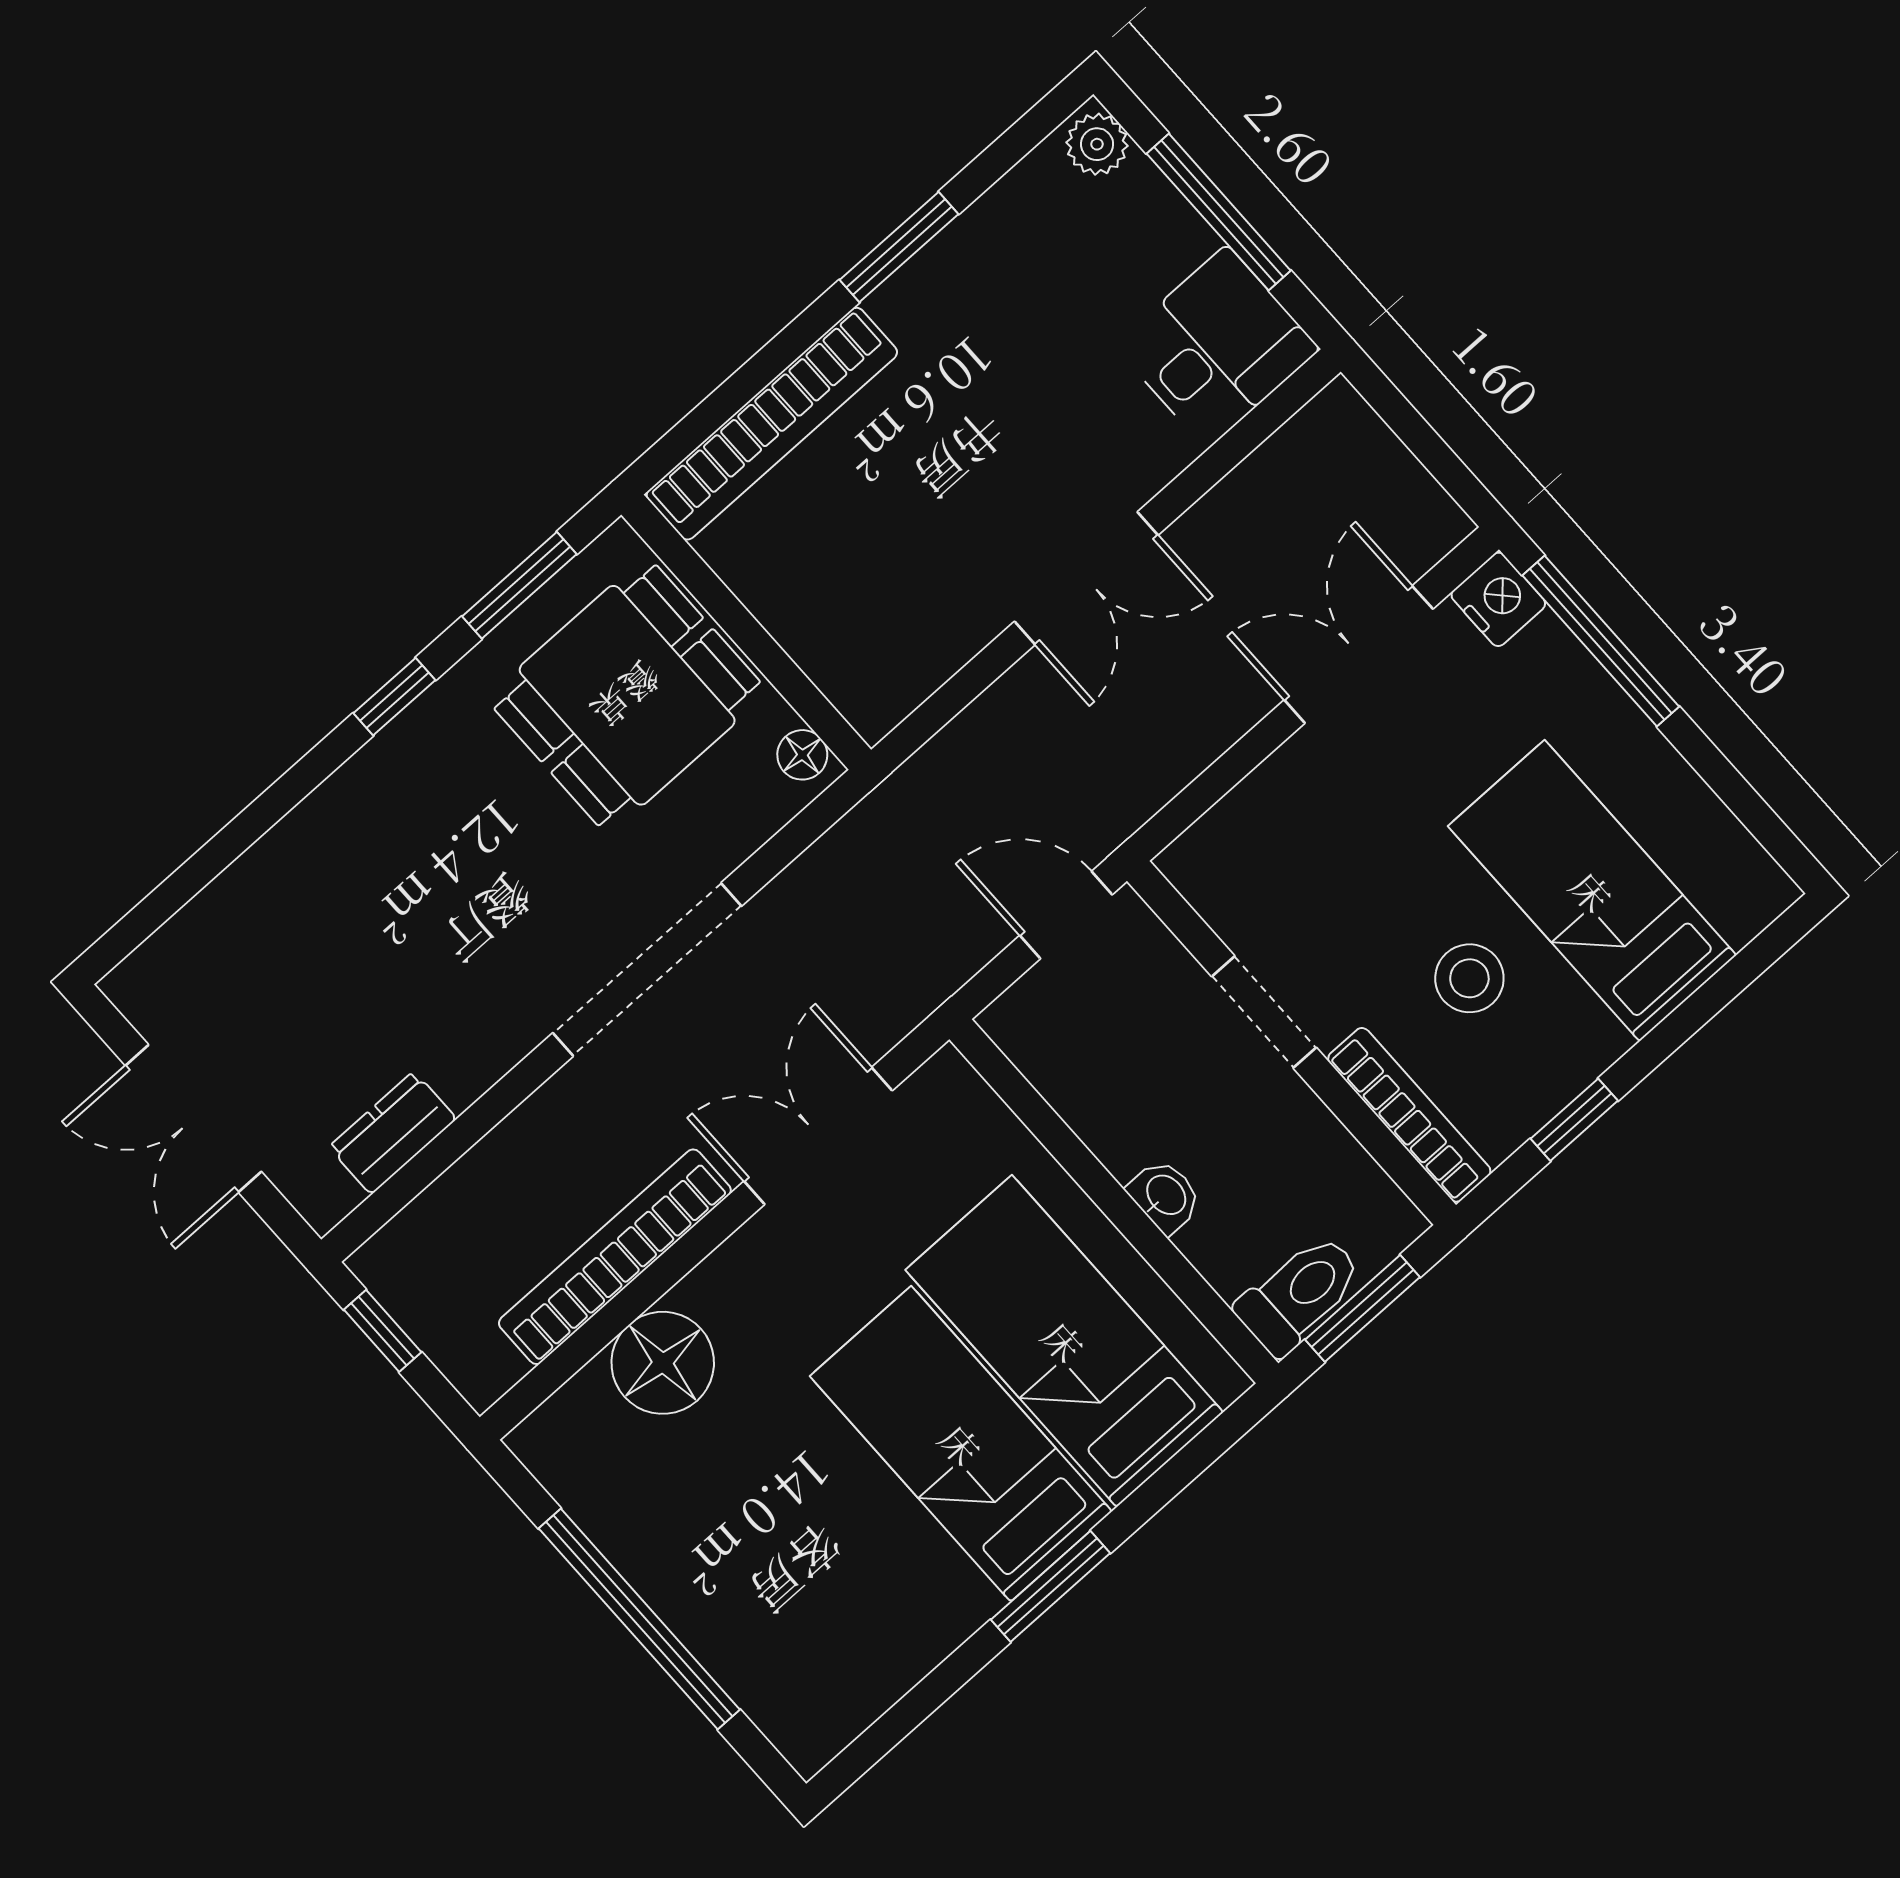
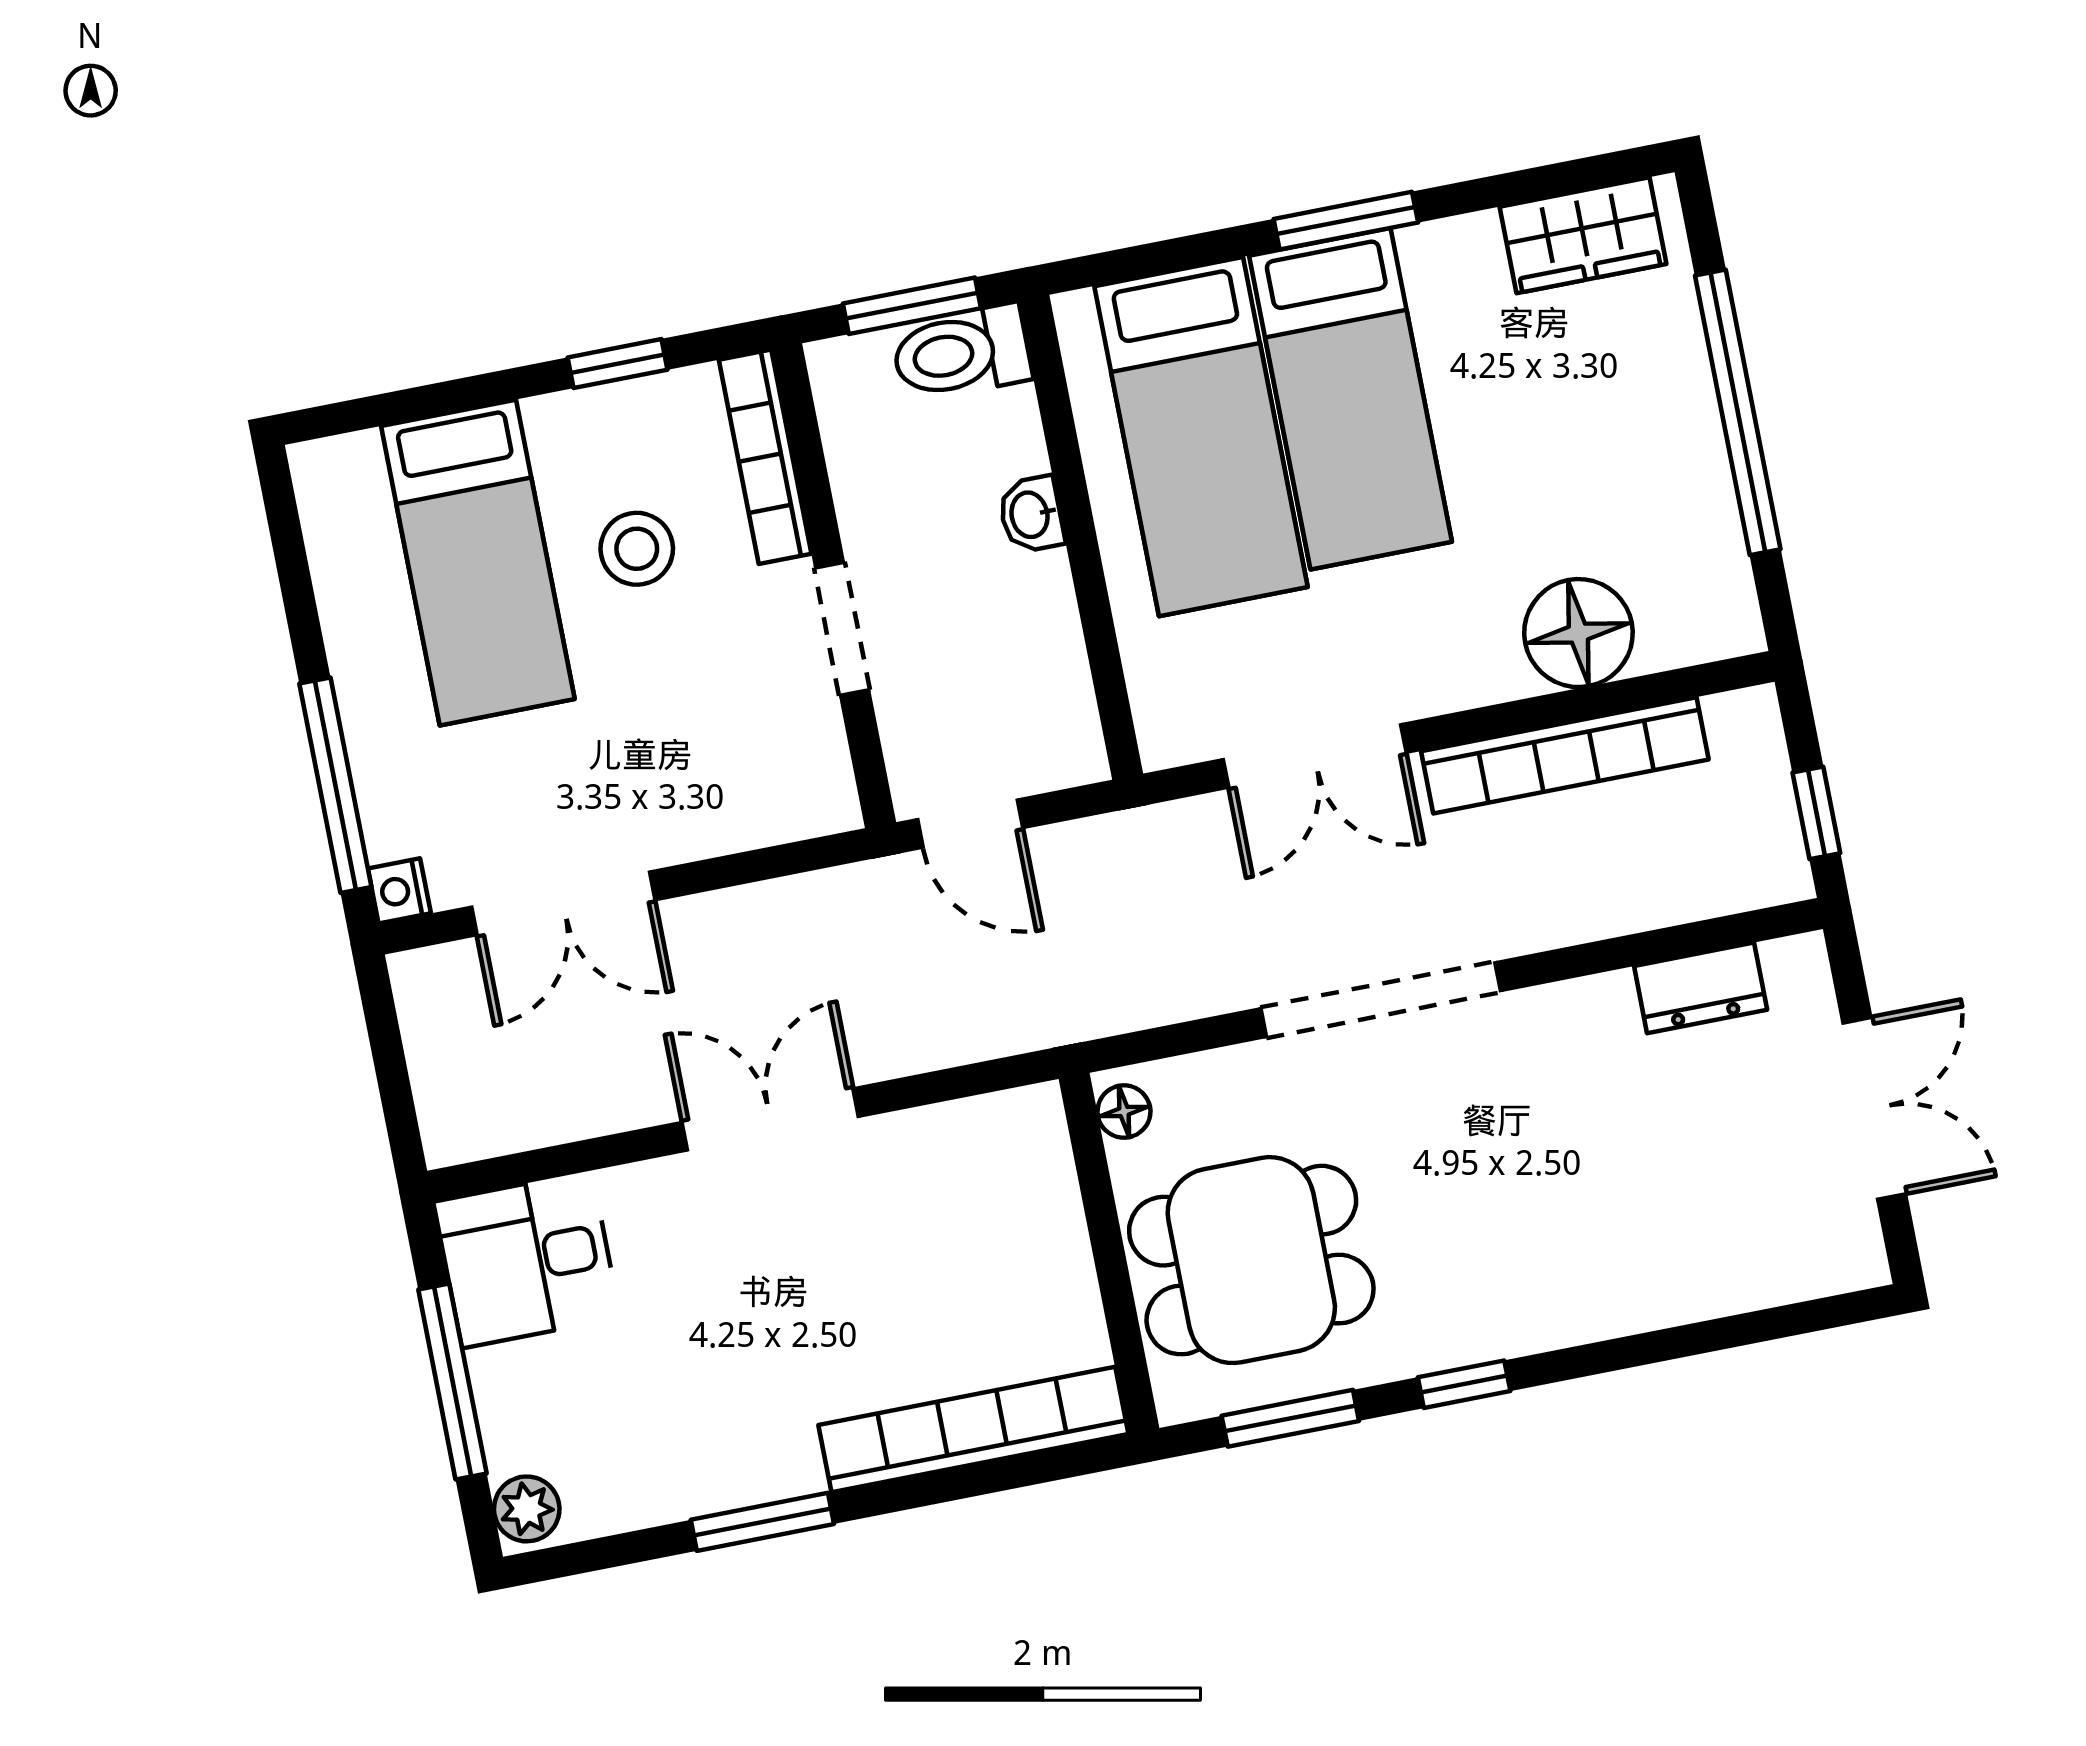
nightstand: (1498, 599) -> (399, 891), width x0.72, depth x0.74
wardrobe: (850, 1689) -> (1583, 235), added

